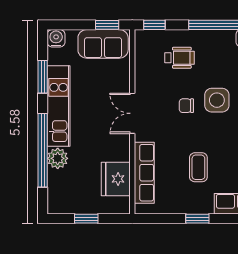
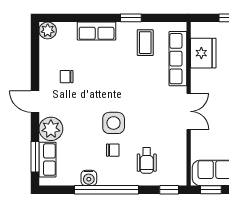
wheelchair: (180, 58) -> (147, 161), turned -90
chair: (186, 106) -> (113, 150), moved
coffee table: (198, 167) -> (145, 43), moved

